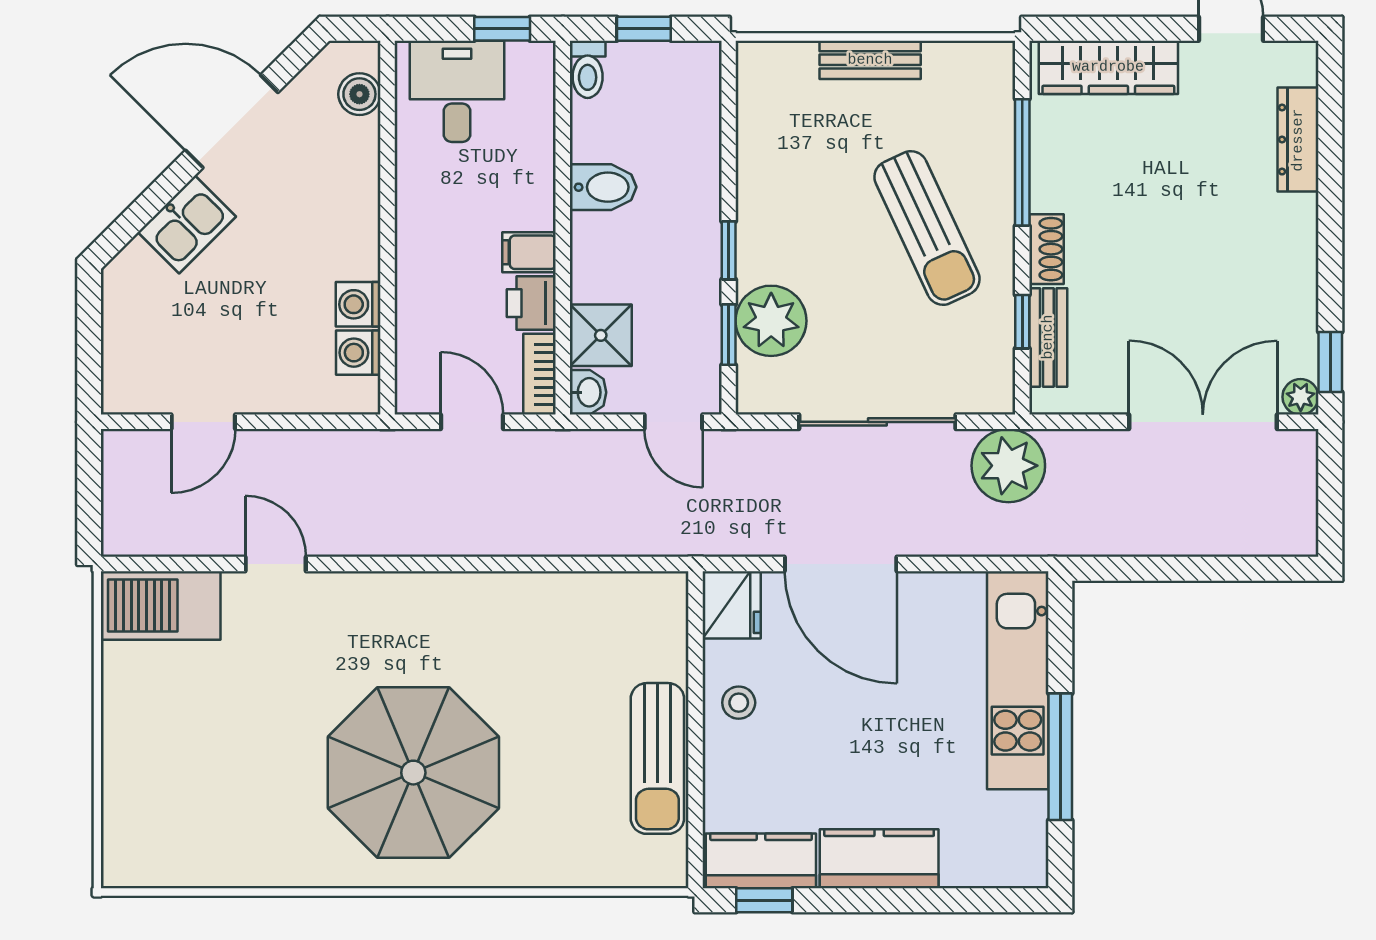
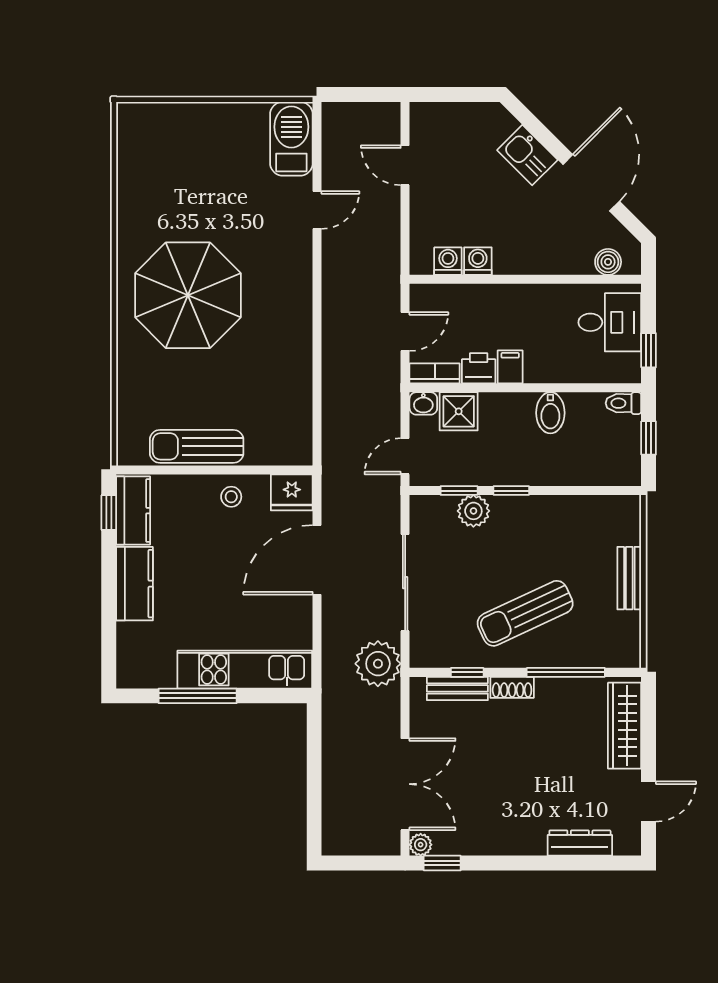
plant: (771, 321) -> (473, 511), width x0.73, depth x0.73

